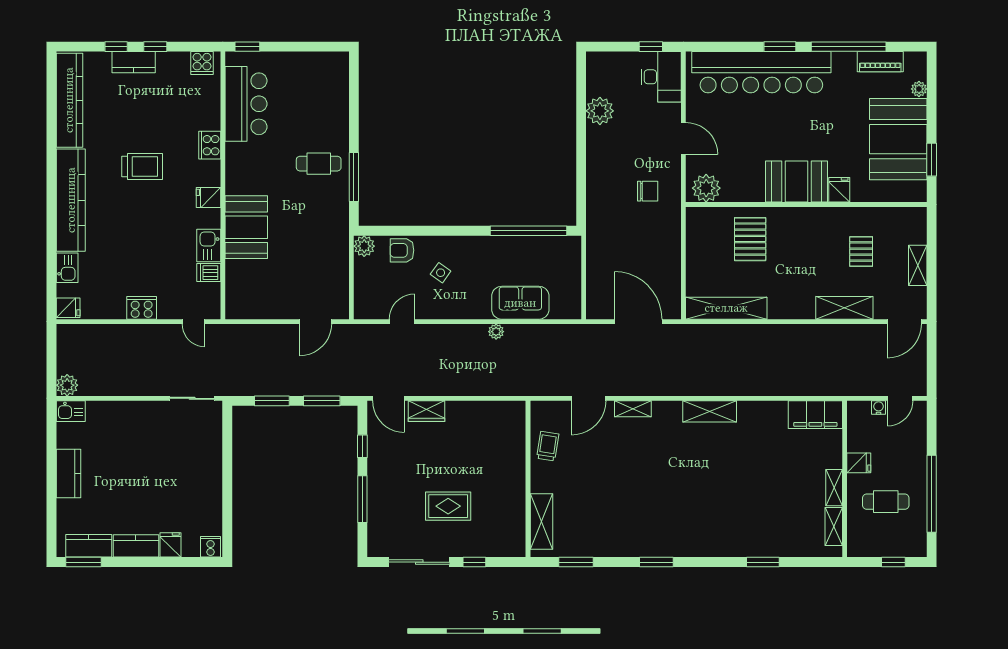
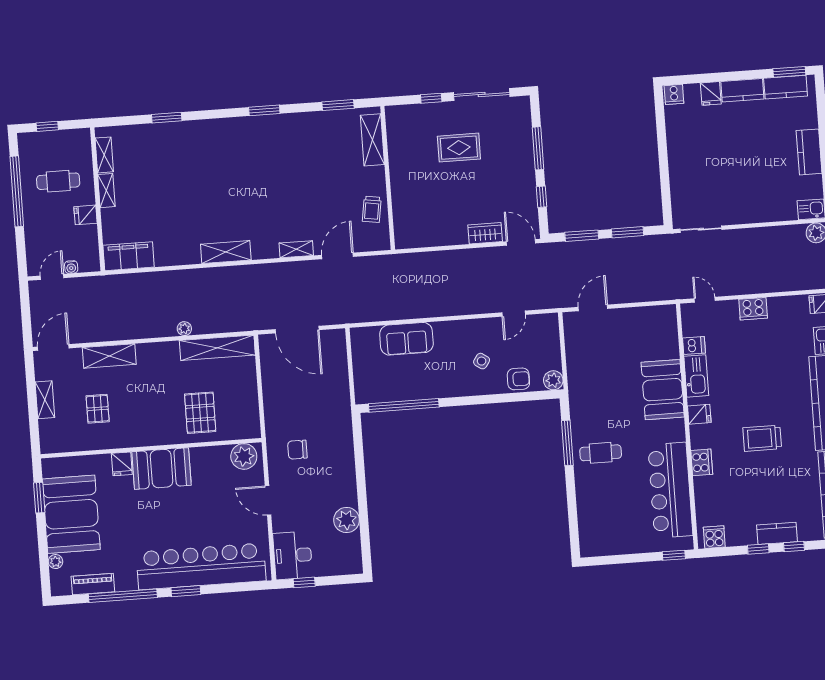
bar counter: (246, 104) -> (670, 490), width x1.36
kitchen sink: (209, 246) -> (696, 376), width x1.38
plant: (496, 332) -> (184, 329), moved

